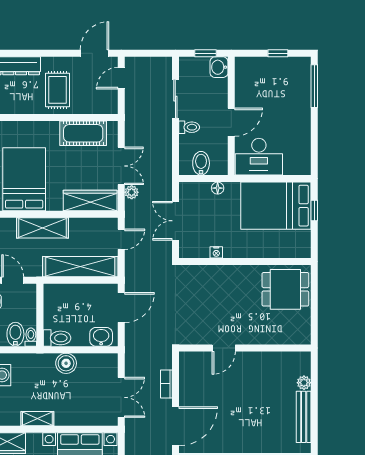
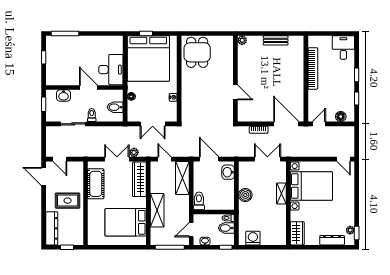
washbasin: (219, 67) -> (63, 96), moved
bed: (276, 206) -> (148, 59), width x1.36
shelving: (80, 267) -> (182, 178), width x0.68
toilet: (57, 338) -> (199, 201), moved
plant: (304, 383) -> (242, 40), moved
bench: (304, 417) -> (276, 40), width x0.73
shelving: (37, 419) -> (281, 193), moved

